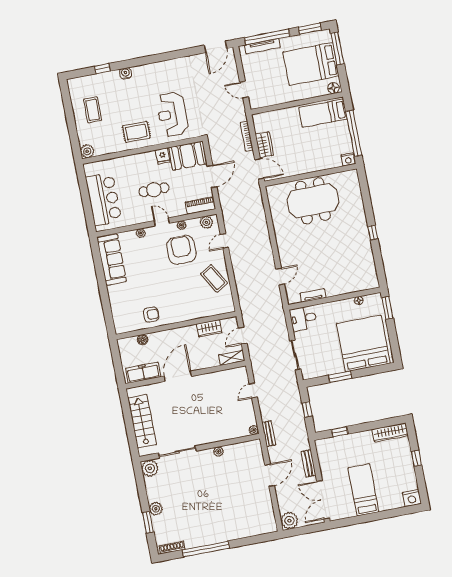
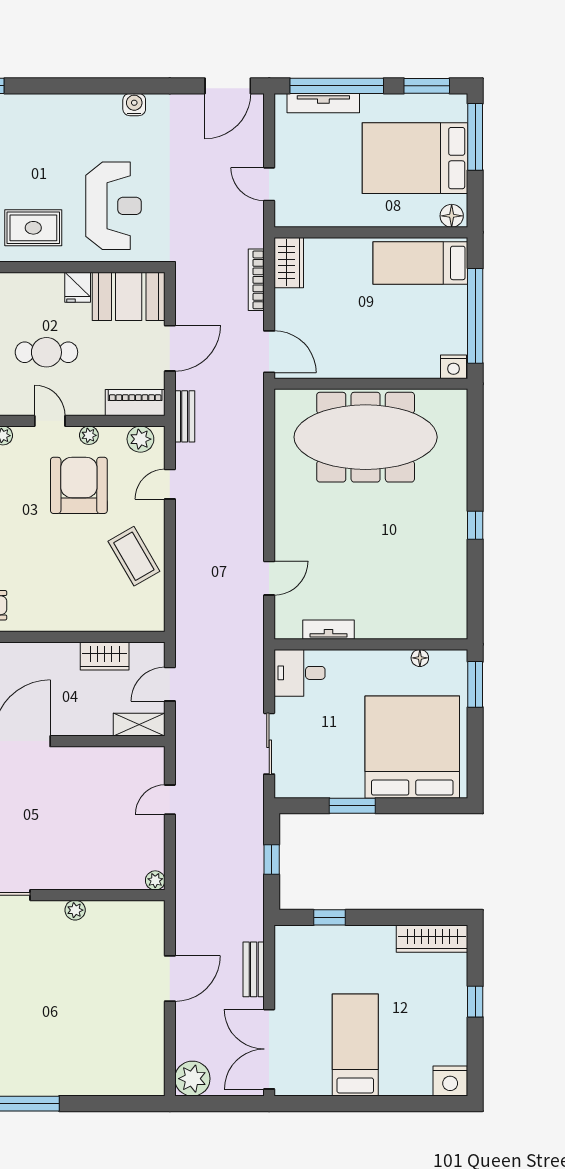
water cooler: (126, 73) -> (134, 105), moved
reception desk: (172, 114) -> (113, 206), turned 180
wardrobe: (264, 145) -> (289, 263), moved
meeting table: (313, 201) -> (366, 437), width x1.36
bench: (269, 434) -> (185, 416), moved

